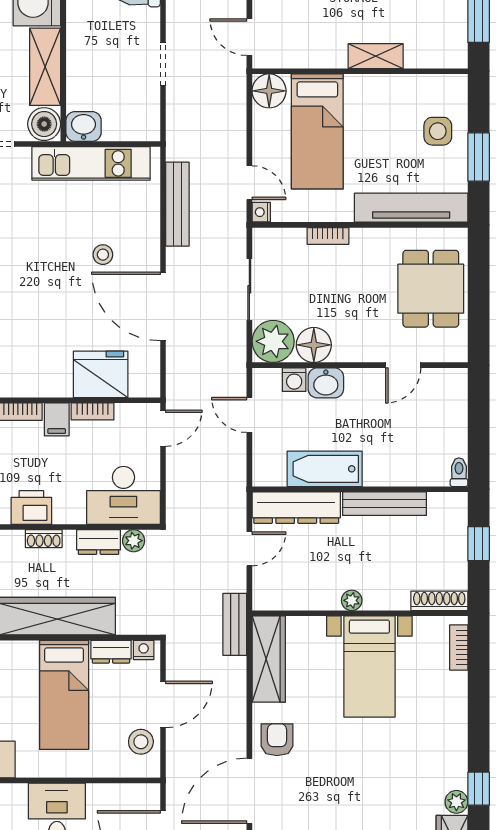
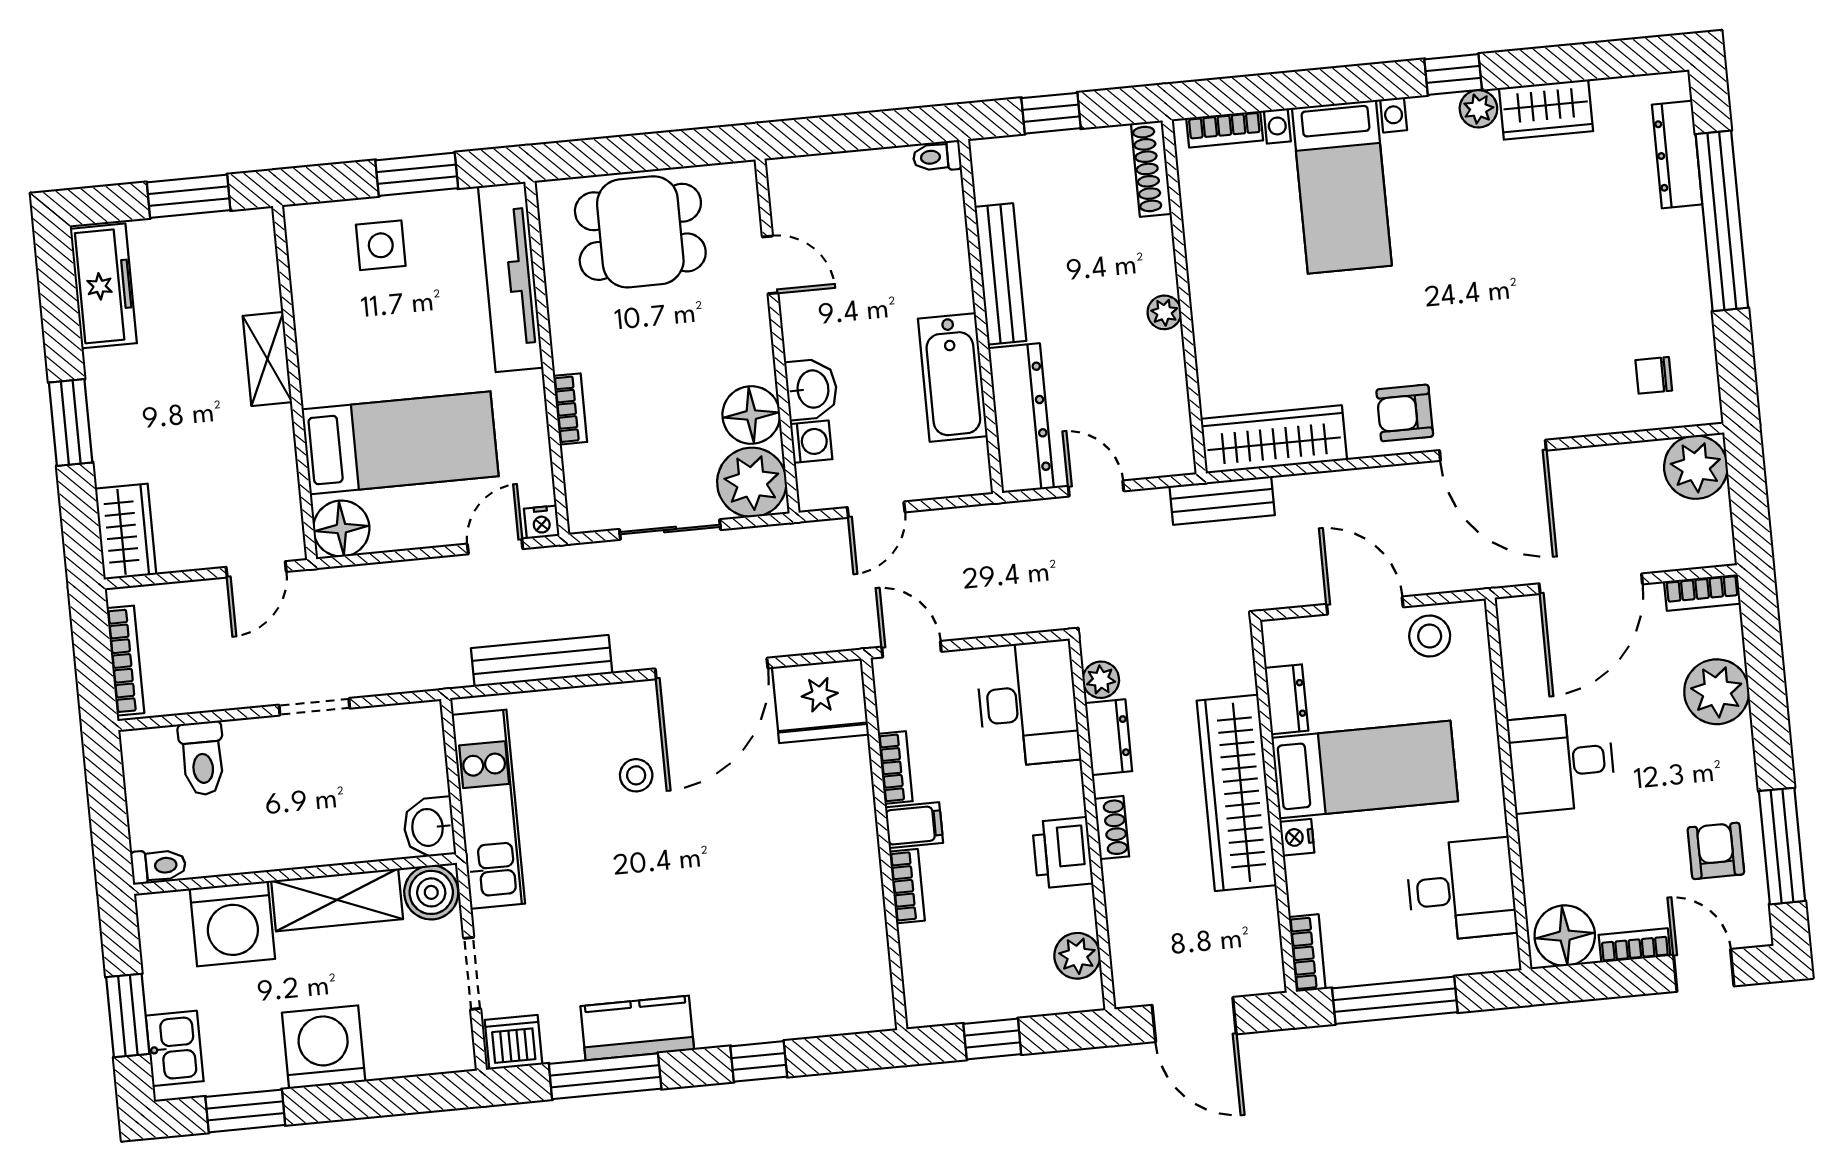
fridge: (101, 374) -> (820, 701), moved, turned -90
nightstand: (144, 650) -> (1297, 837), moved
bed with nightstands: (369, 666) -> (1342, 187), moved, turned 90

